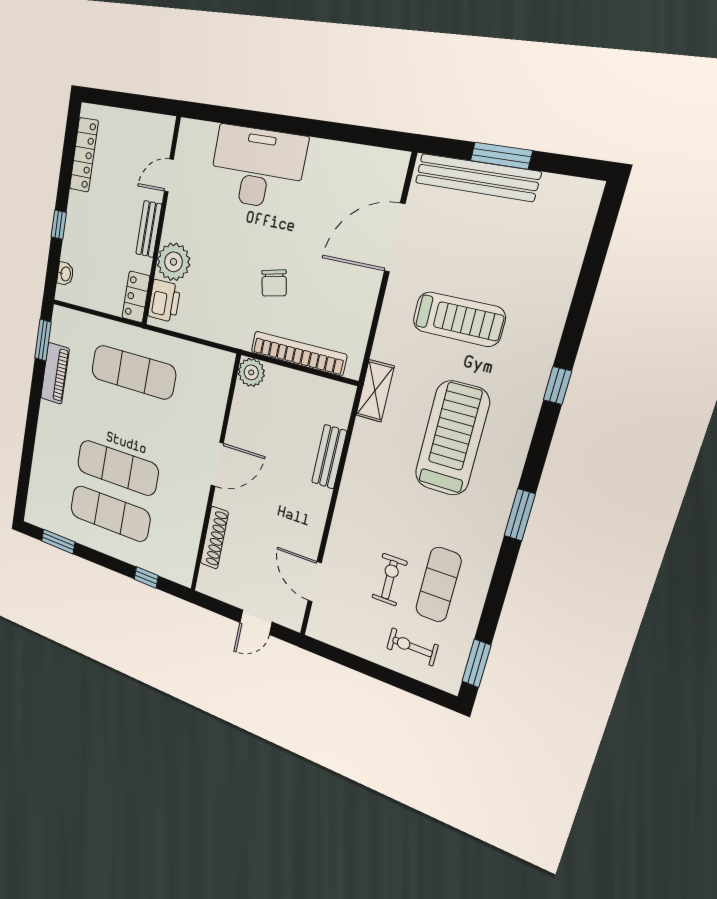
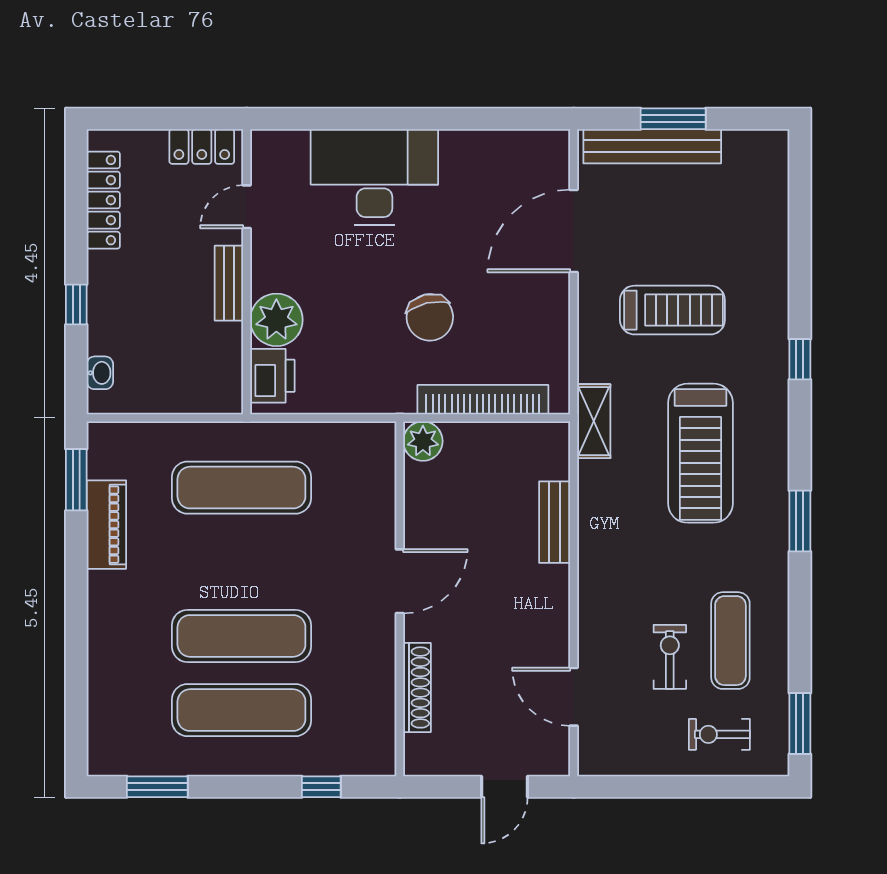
chair: (274, 283) -> (430, 317), width x1.37, depth x1.37
locker: (136, 297) -> (202, 147), moved, turned -90
treadmill: (452, 438) -> (700, 453), turned 180

